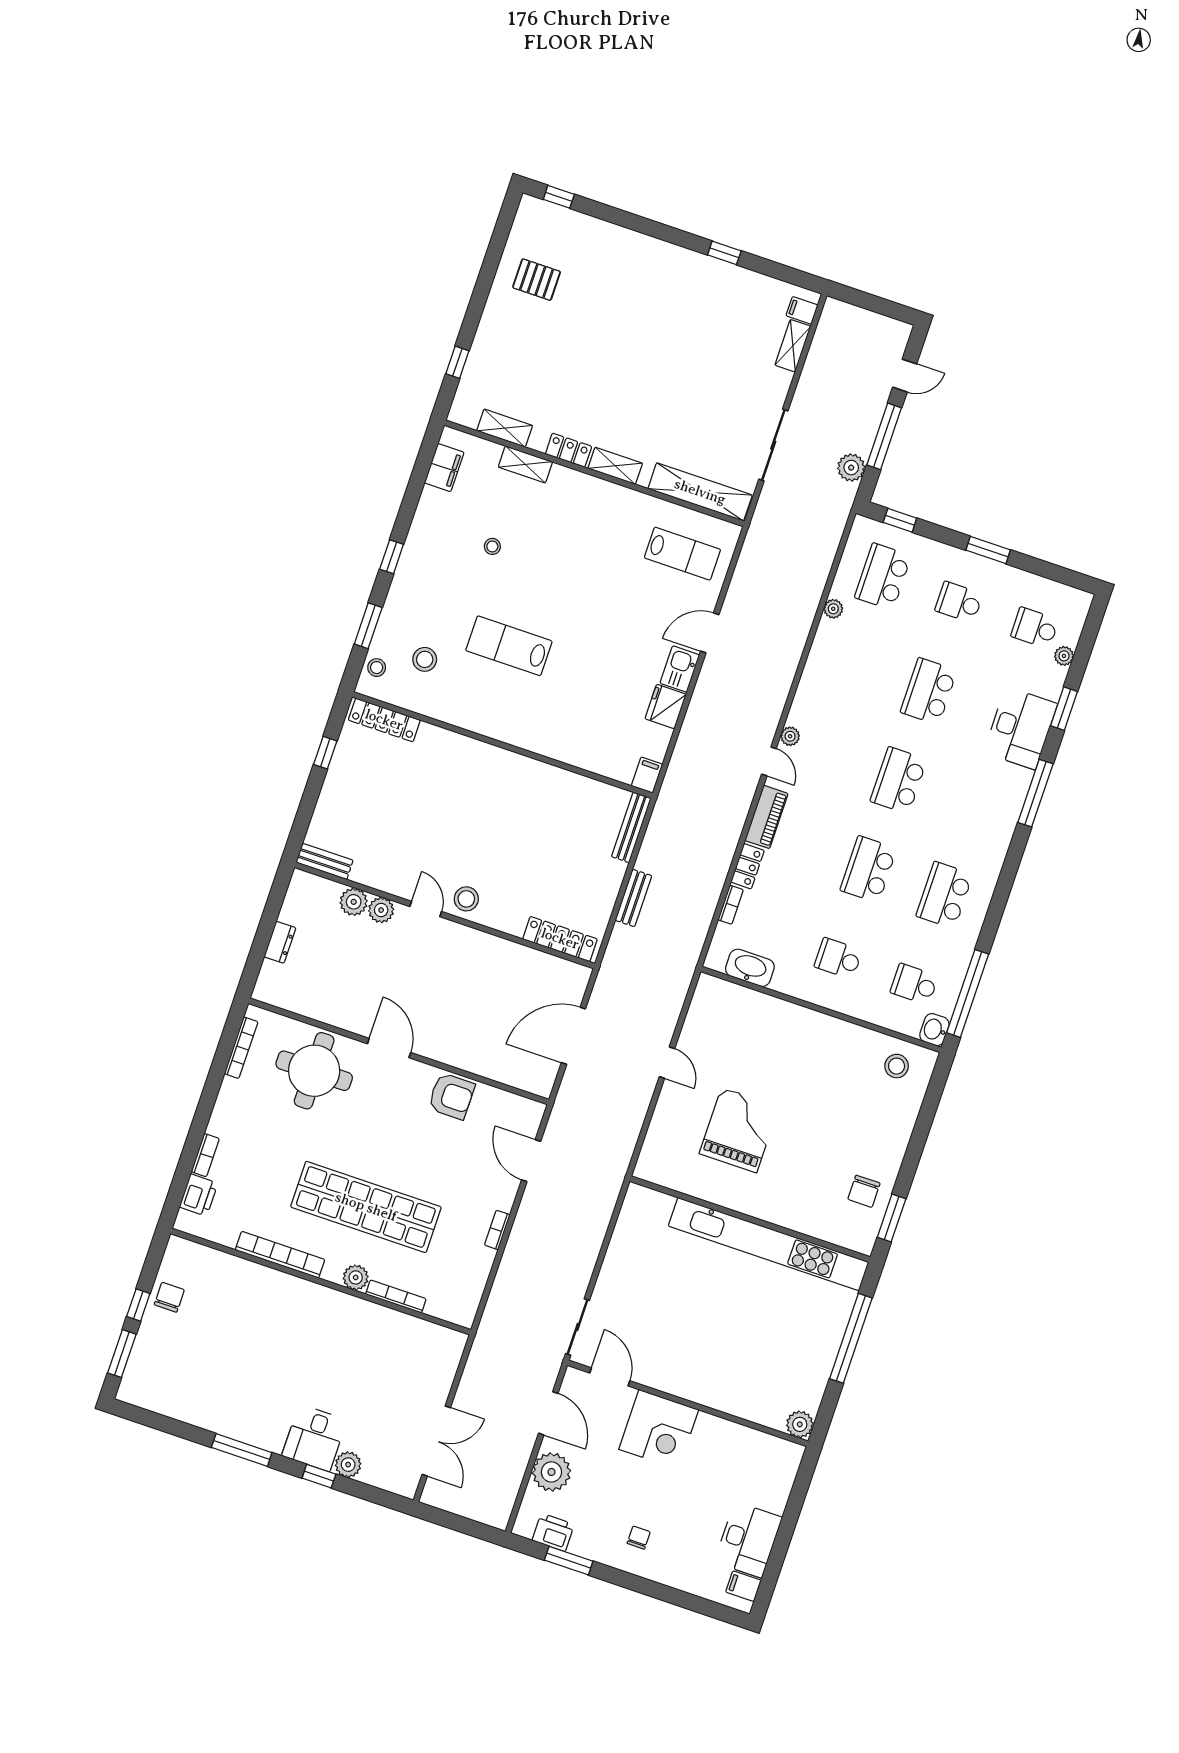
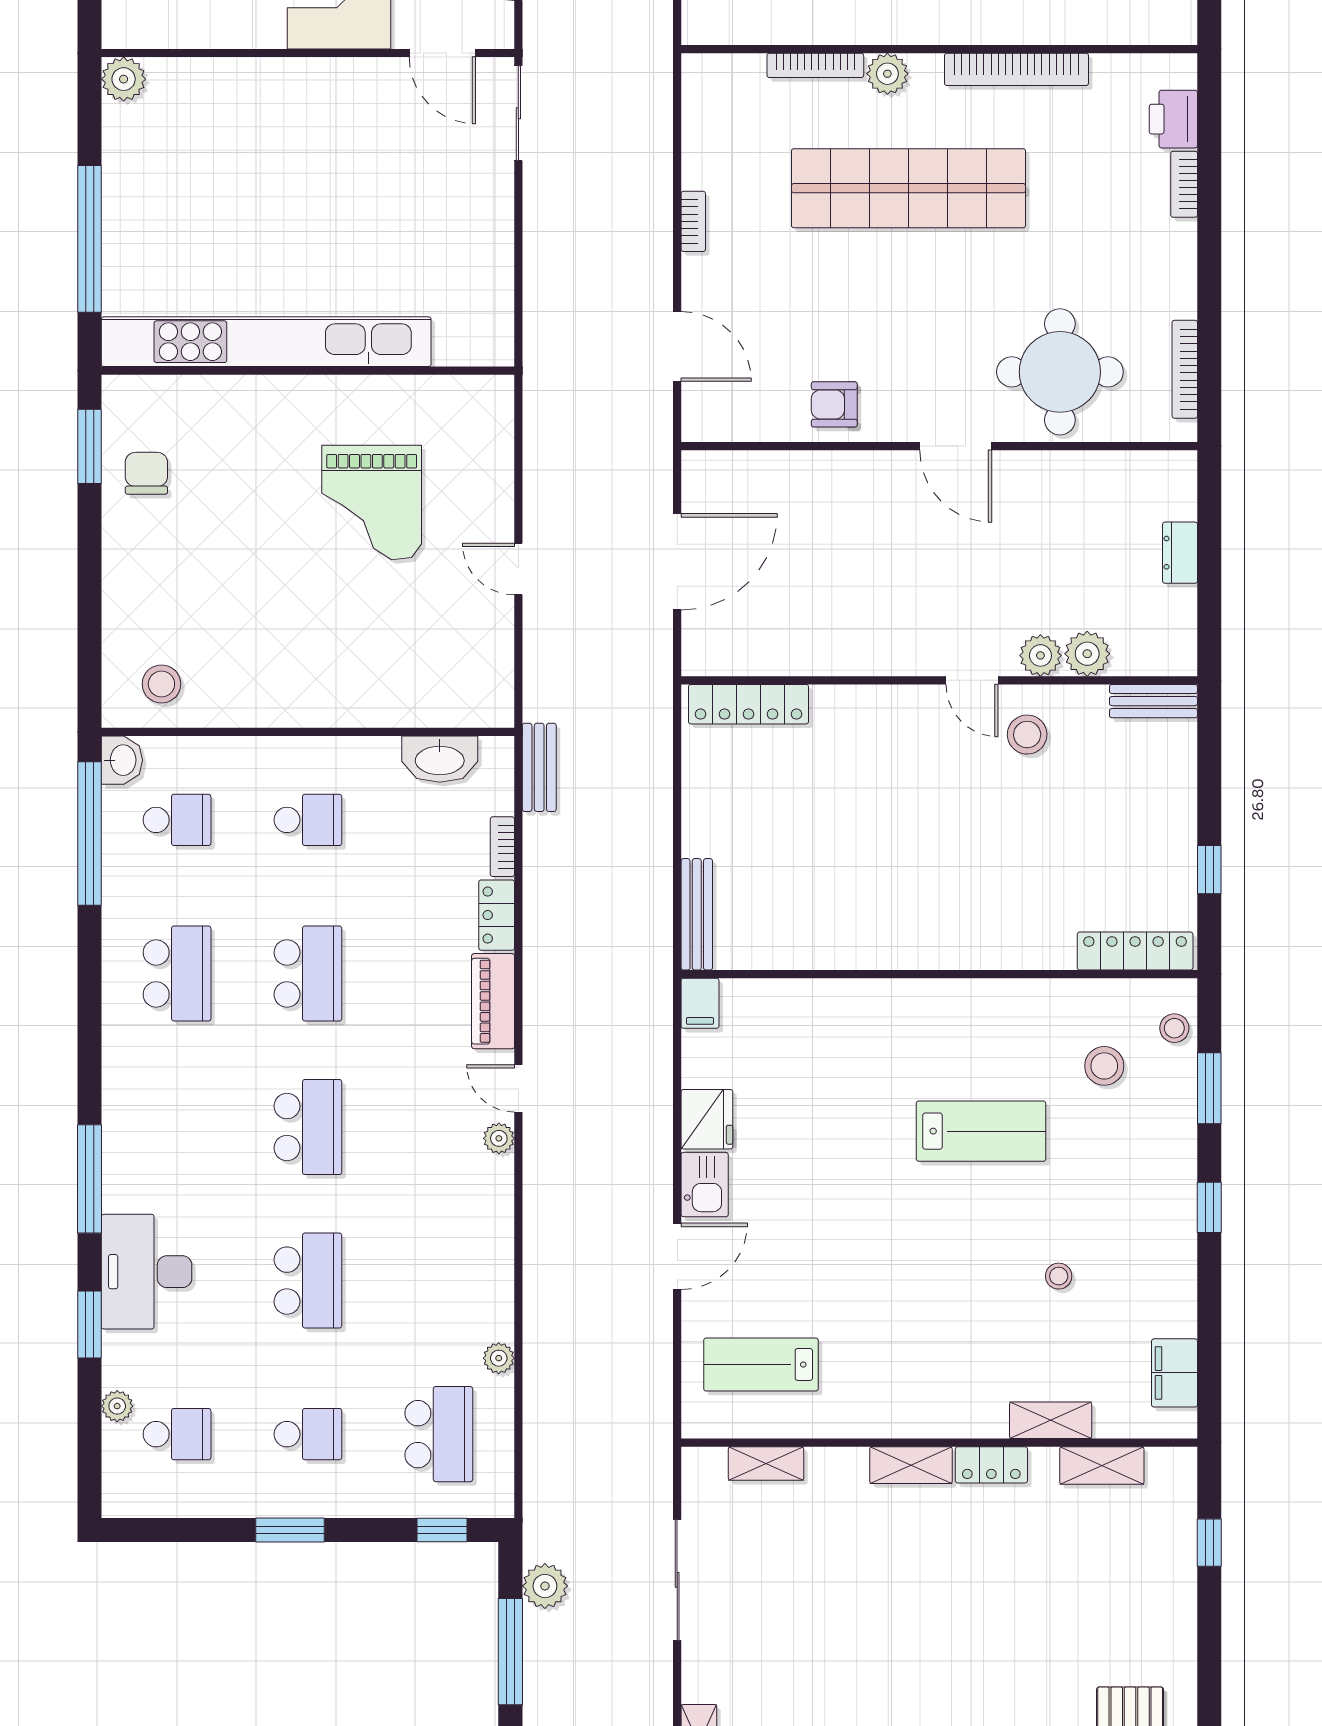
shelving: (700, 492) -> (766, 1464), width x0.45, depth x0.75
bench: (634, 898) -> (539, 767), moved
stool: (466, 899) -> (1027, 735), moved
armchair: (451, 1096) -> (834, 404), width x0.72, depth x0.72

